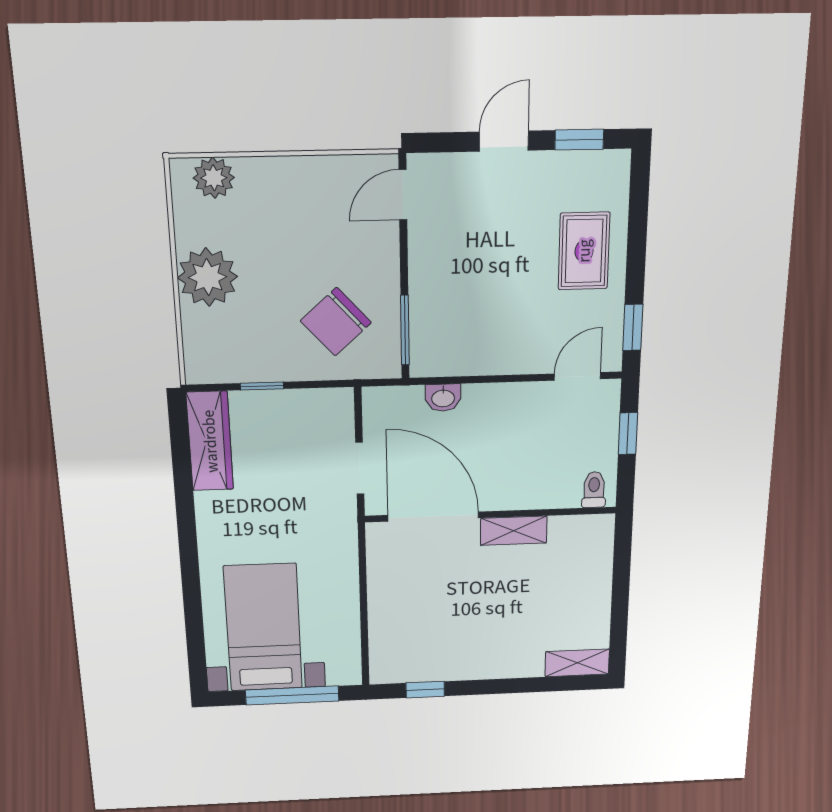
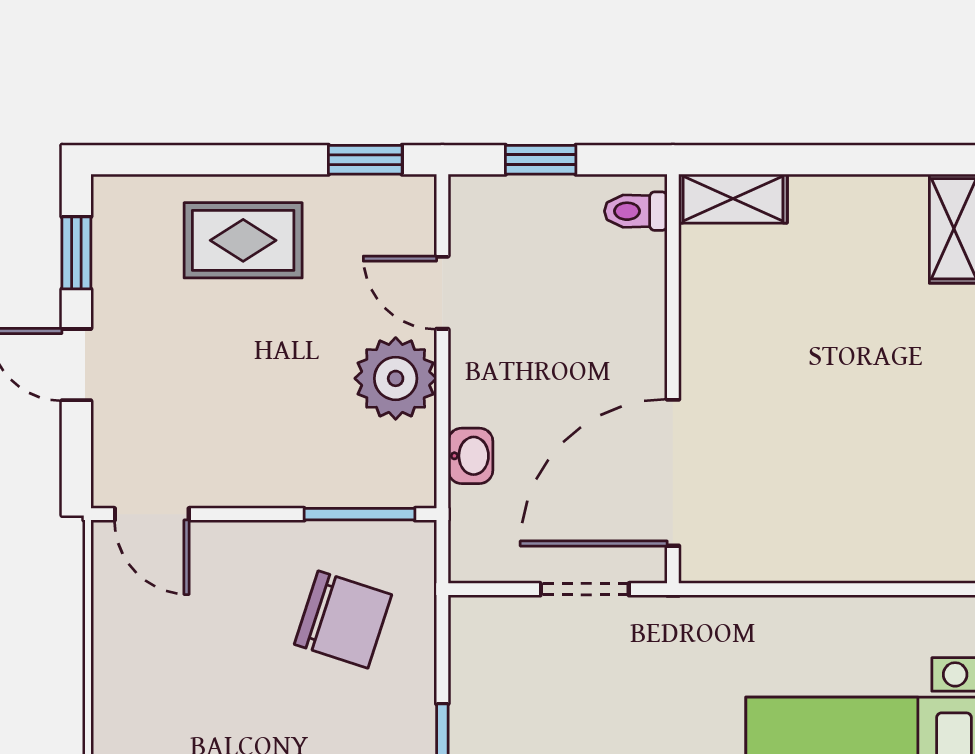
chair: (336, 322) -> (343, 619), turned -30
plant: (493, 350) -> (396, 378), added
door: (577, 376) -> (442, 293), moved
shelving: (514, 531) -> (733, 199), moved, turned 90

